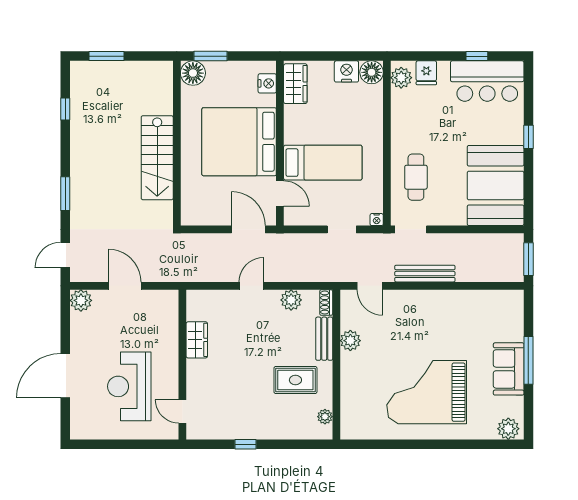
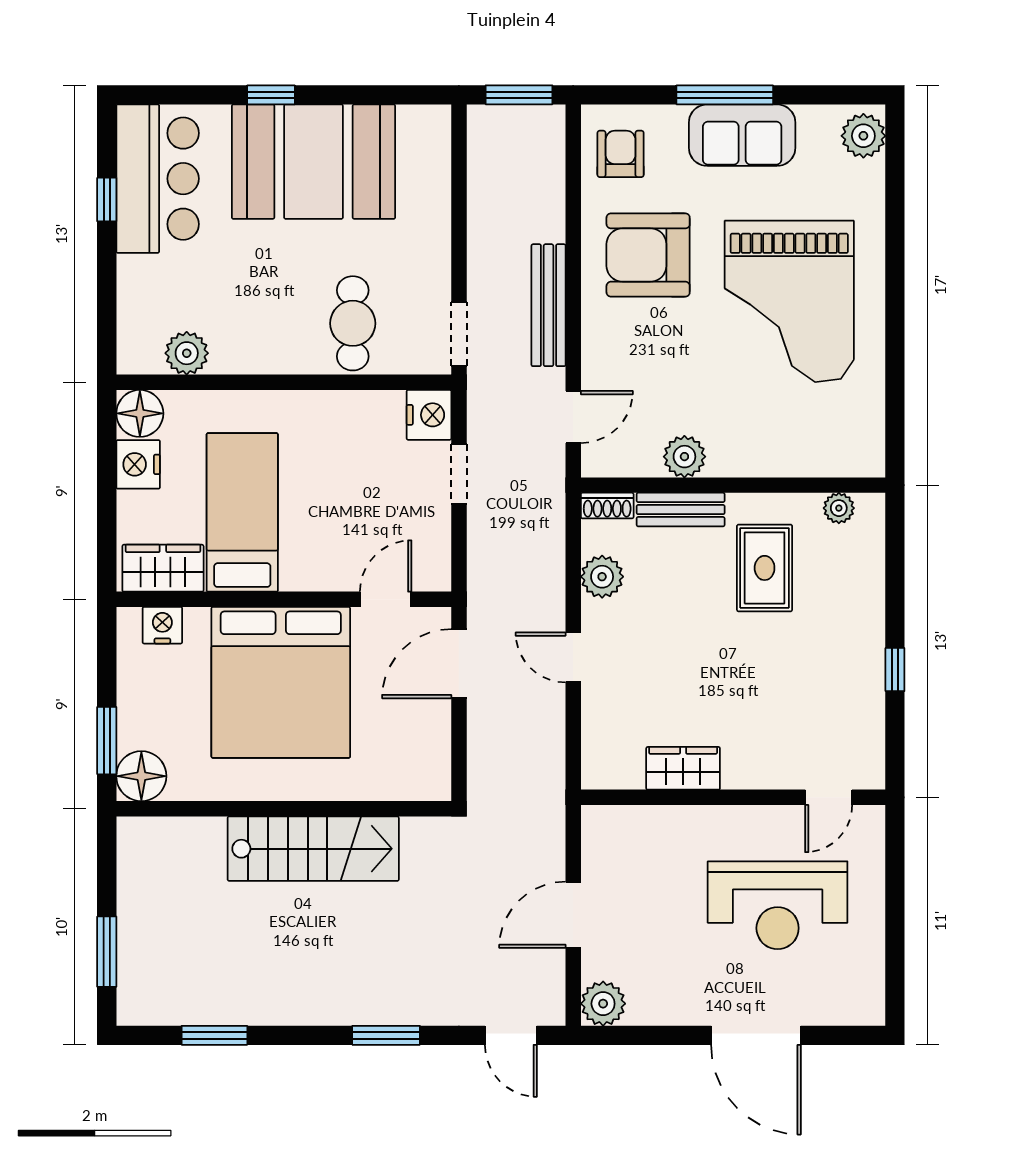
fridge: (426, 73) -> (141, 302), removed
plant: (401, 78) -> (187, 353), moved
window: (65, 109) -> (214, 1035), width x1.50
bed: (323, 163) -> (242, 512), moved
cafe table: (416, 177) -> (353, 323), turned 90
booth: (496, 186) -> (313, 162), moved
nightstand: (377, 220) -> (429, 415), width x1.89, depth x1.79
armchair: (499, 309) -> (621, 154), added
armchair: (450, 323) -> (648, 255), added

